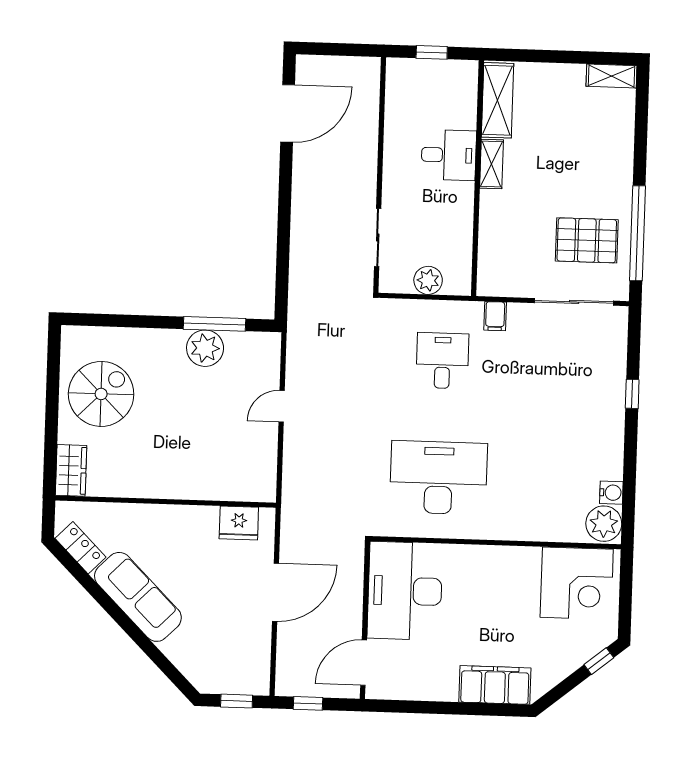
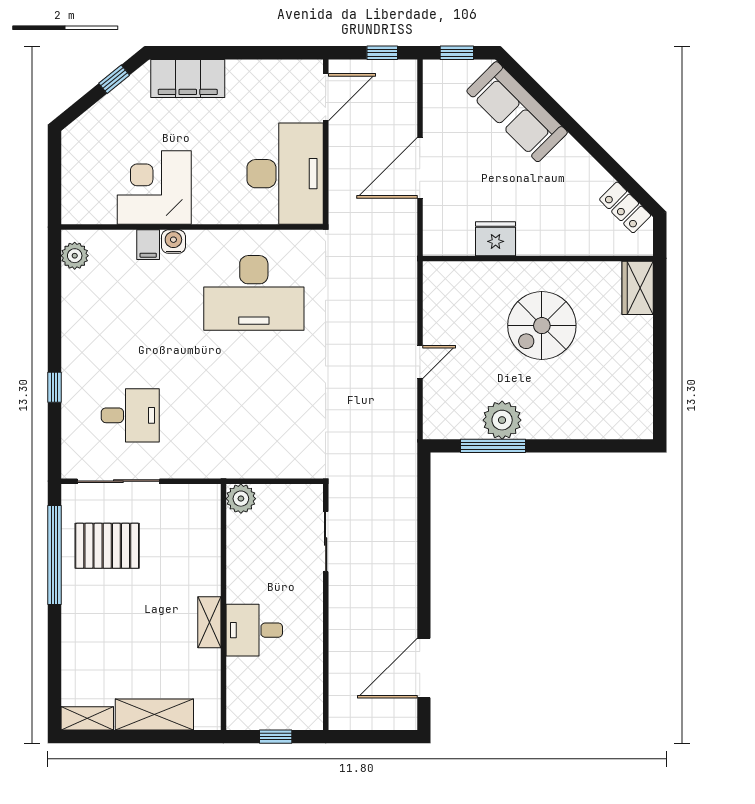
shelving: (498, 100) -> (154, 714), moved, turned 90
plant: (428, 280) -> (241, 499), moved
filing cabinet: (495, 316) -> (148, 245), moved, turned 180
desk: (442, 361) -> (130, 415), moved, turned -90
spiral stairs: (101, 394) -> (542, 326), moved
water cooler: (611, 493) -> (173, 242), moved, turned 90
fridge: (239, 523) -> (496, 239), moved
plant: (604, 524) -> (75, 256), width x0.73, depth x0.73
corner desk: (577, 583) -> (154, 187), moved
sofa: (138, 597) -> (517, 112), moved
window: (599, 661) -> (114, 79), moved

